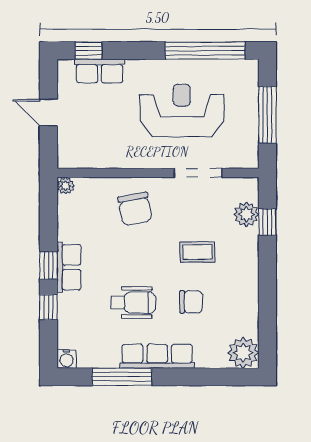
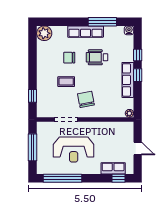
chair: (135, 209) -> (86, 99), moved
plant: (246, 214) -> (43, 100), removed
row of seats: (69, 267) -> (128, 80), width x1.48

